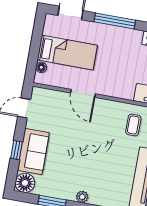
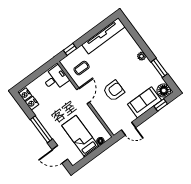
door: (83, 93) -> (83, 96), moved
armchair: (77, 133) -> (114, 91), added
window: (16, 150) -> (161, 105), moved

